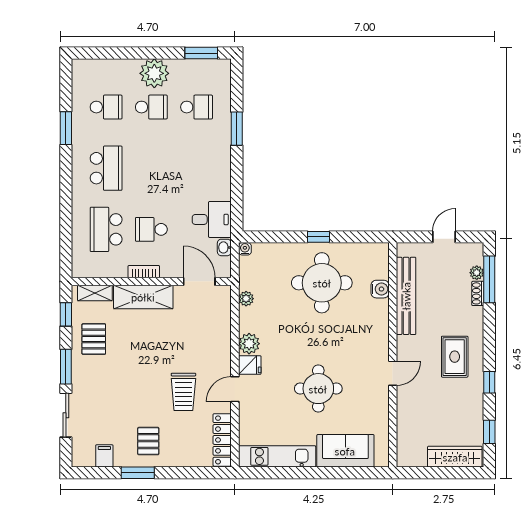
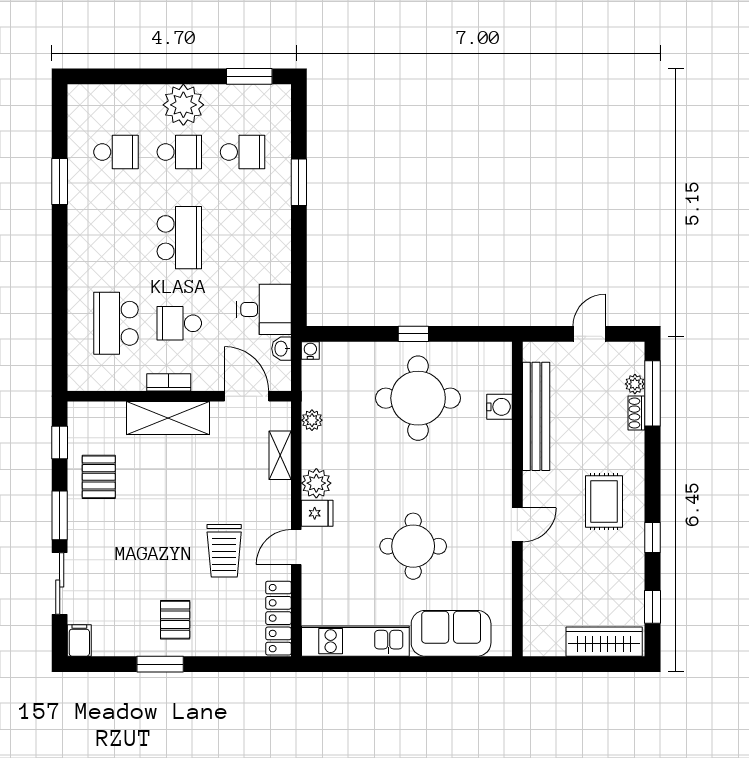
school desk: (106, 168) -> (179, 238), moved
shelving: (95, 293) -> (280, 455), moved, turned 90
filing cabinet: (104, 456) -> (79, 640), moved

